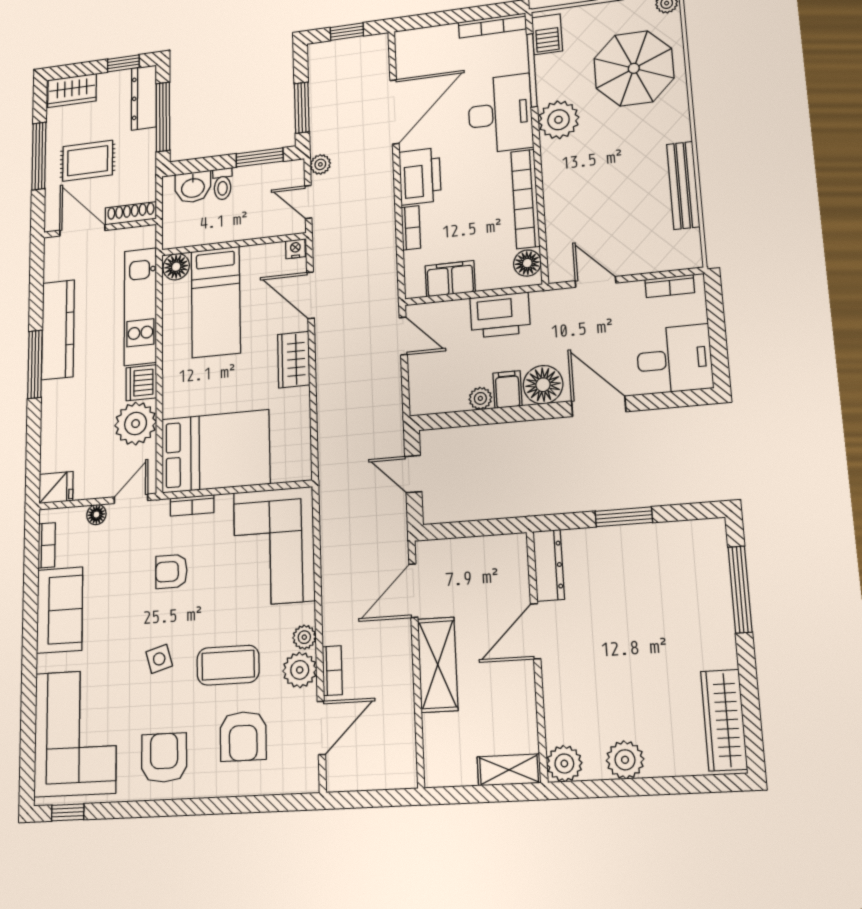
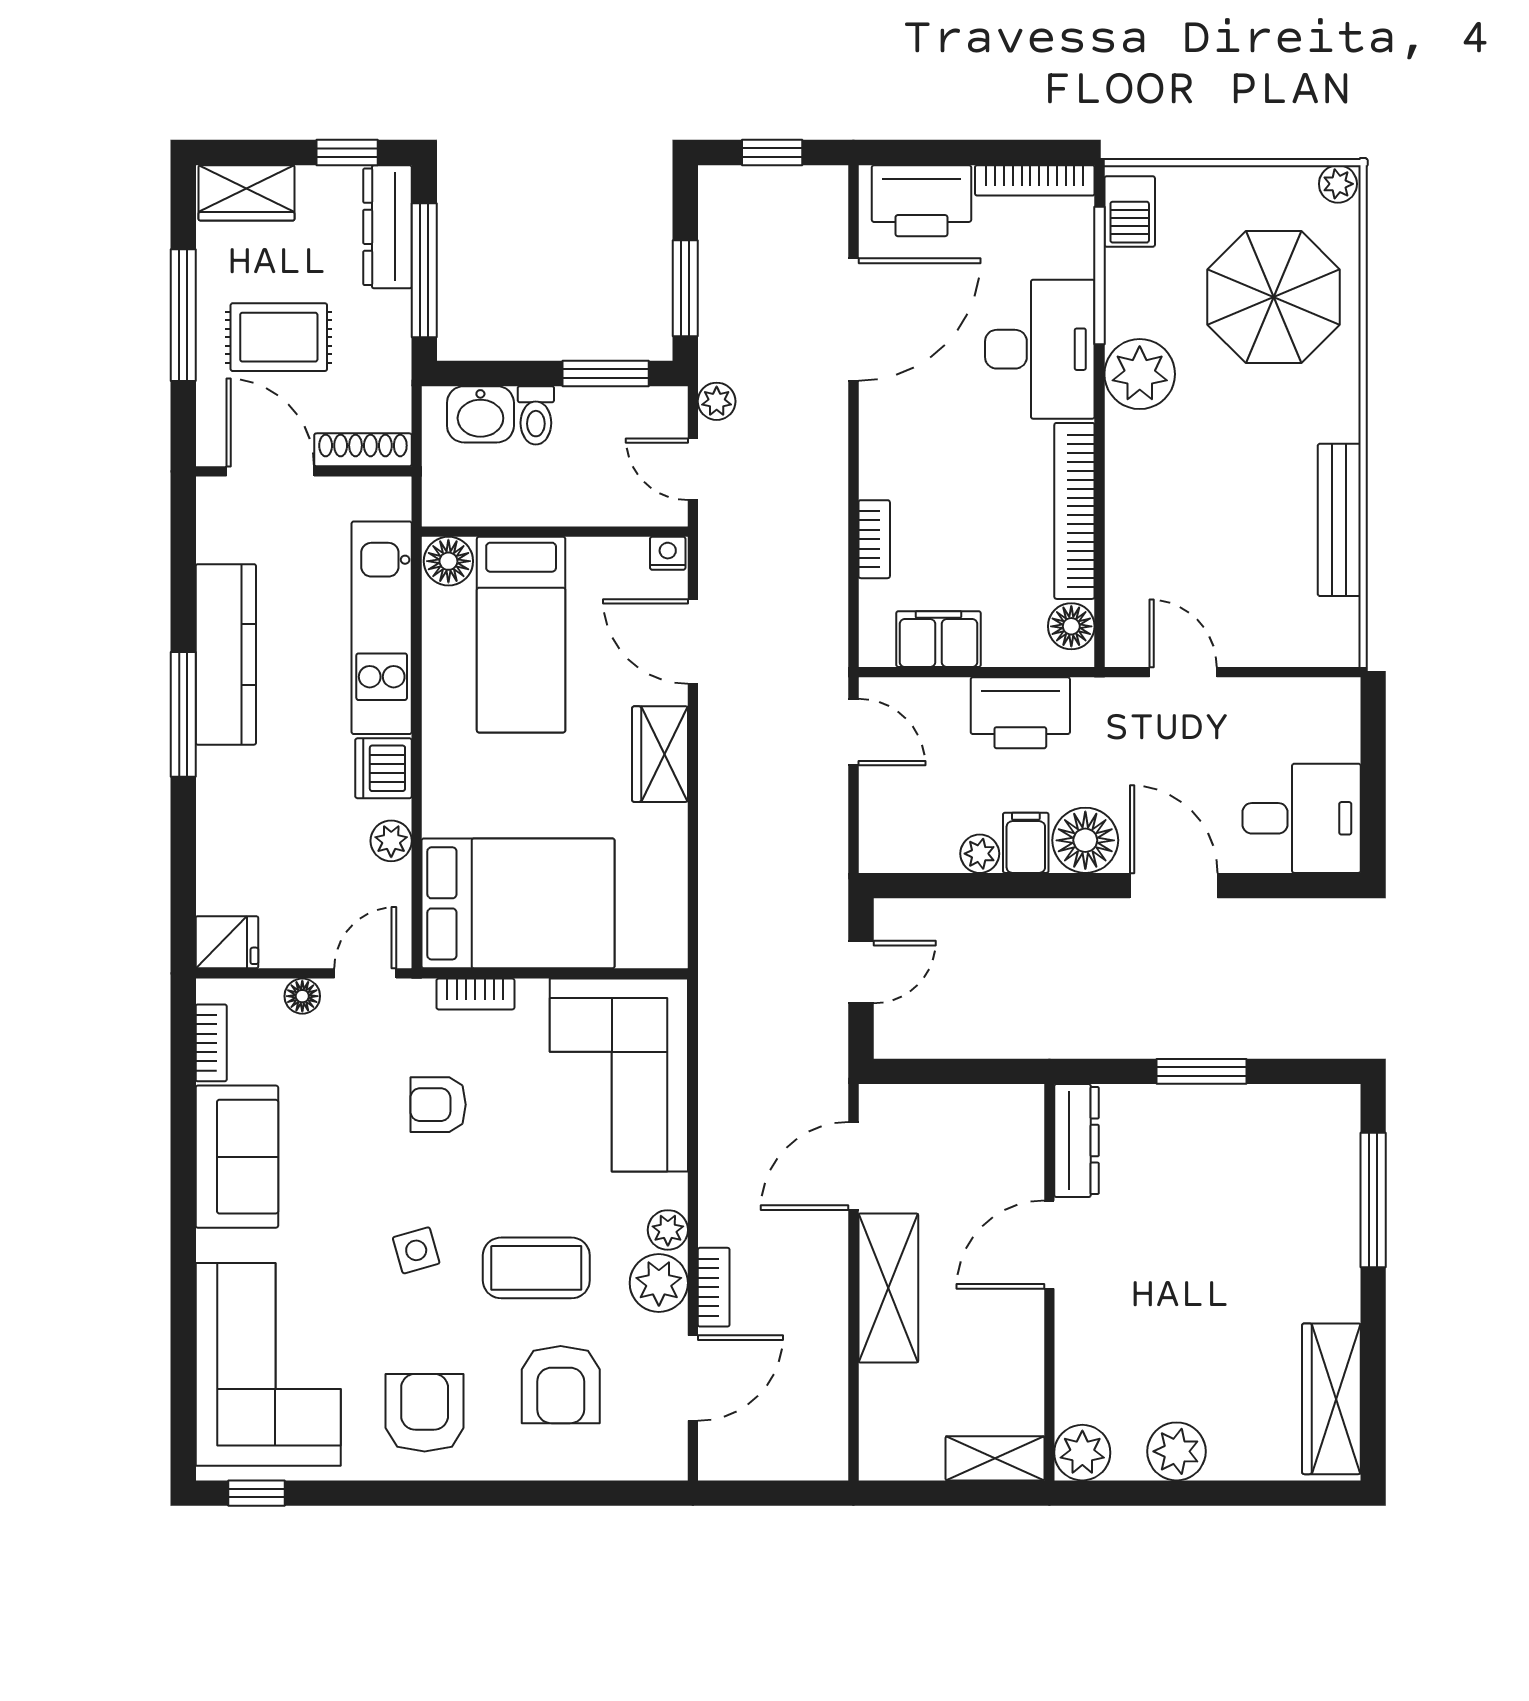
printer: (420, 176) -> (921, 201), moved, turned 90
bookcase: (670, 286) -> (1304, 693), removed
plant: (136, 424) -> (391, 841), width x0.53, depth x0.53
door: (413, 474) -> (861, 972), swing flipped

